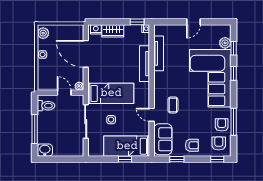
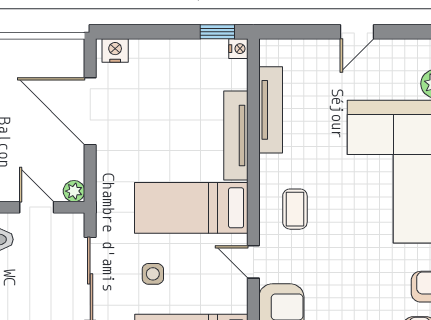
wardrobe: (113, 31) -> (157, 54), removed
bed: (111, 93) -> (191, 208), moved, turned 180
coffee table: (173, 105) -> (295, 209), moved

